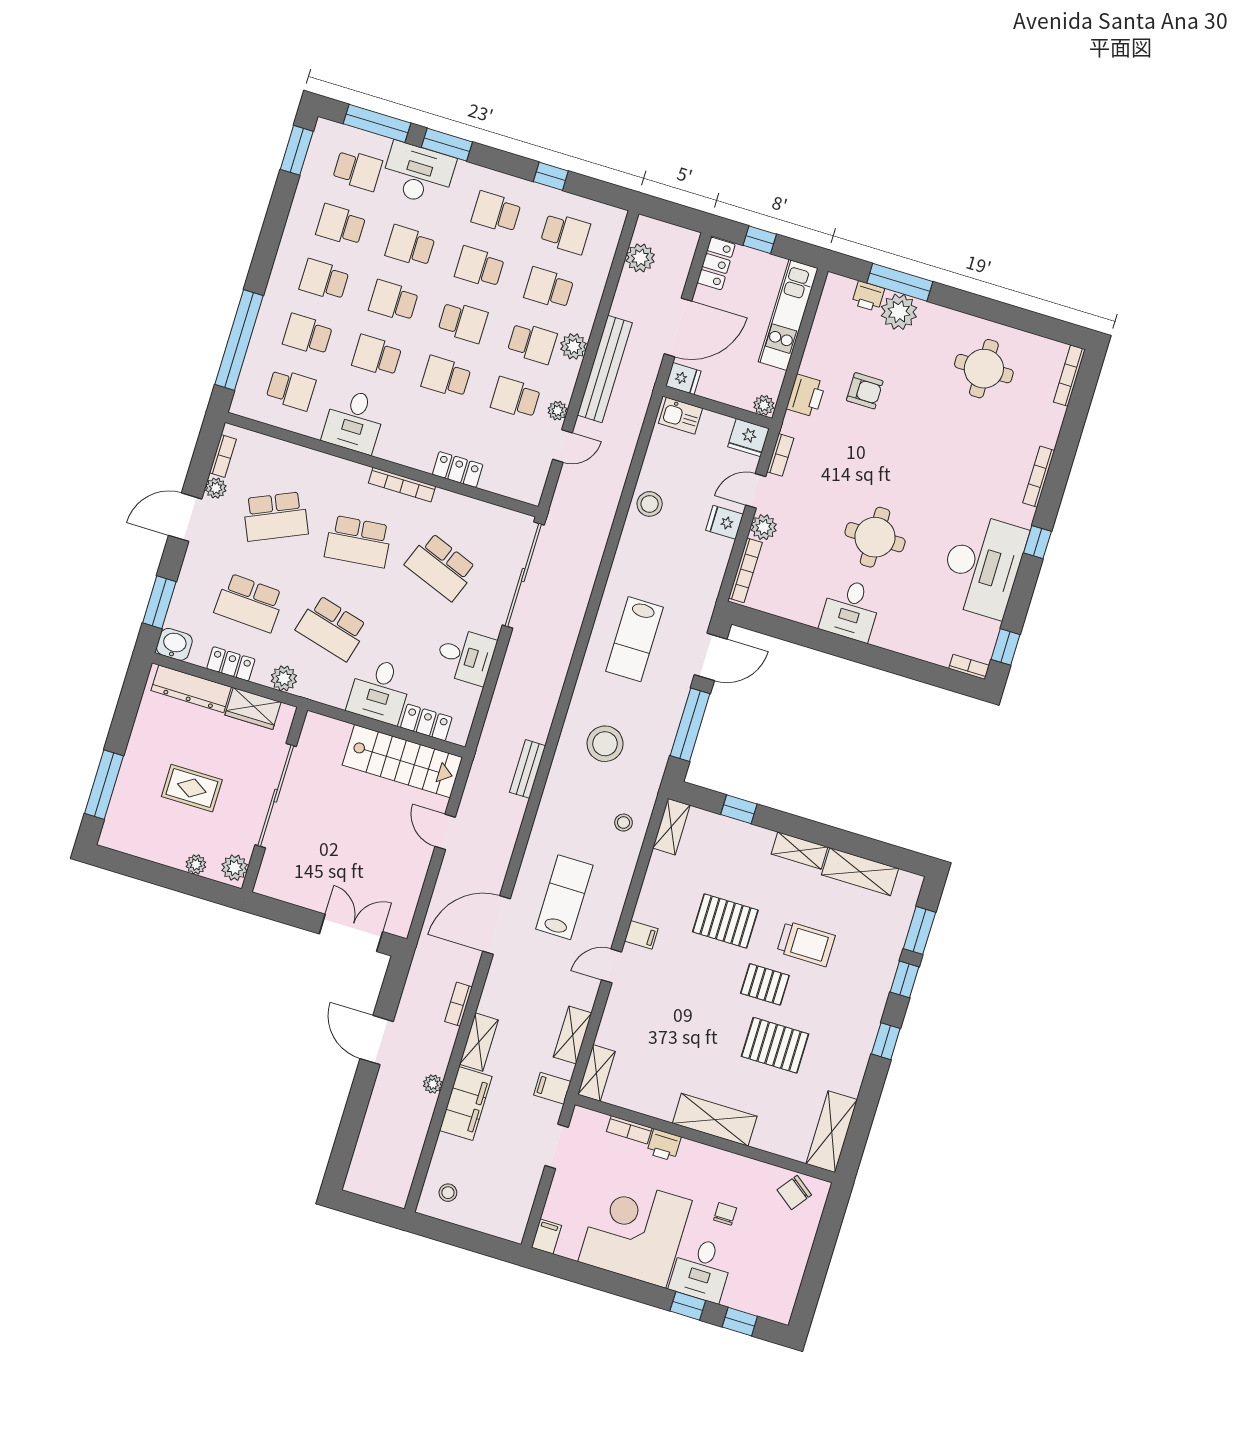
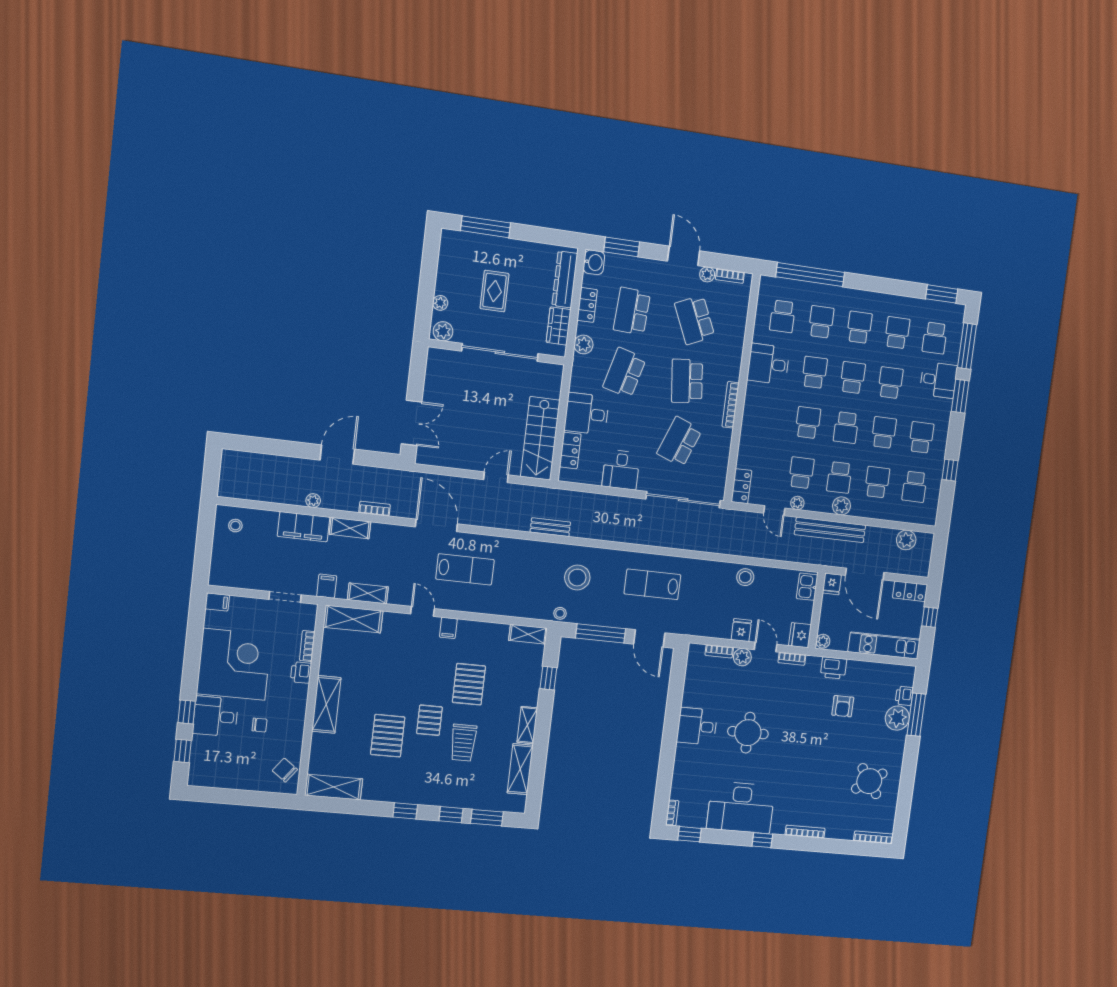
desk: (418, 174) -> (938, 380), width x0.73
round table: (984, 369) -> (869, 781), turned -35
locker: (458, 469) -> (741, 486), moved
bookcase: (745, 570) -> (719, 651), width x0.64
stool: (623, 823) -> (560, 613), moved
shelving: (597, 1073) -> (353, 619), width x1.50, depth x1.33

